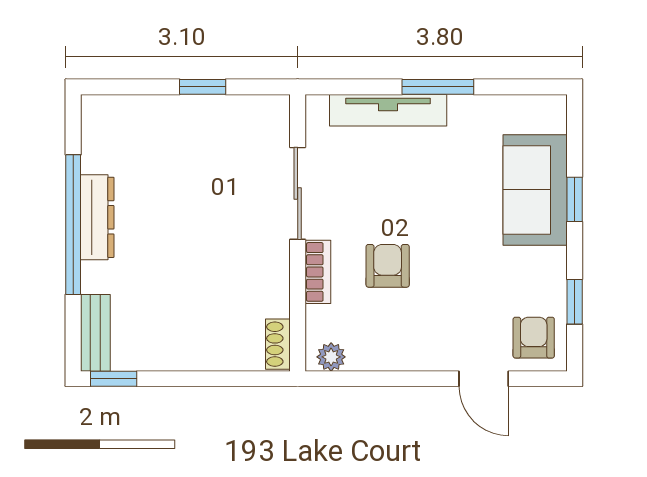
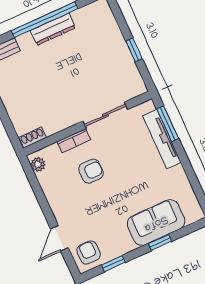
window: (438, 87) -> (168, 124), moved
armchair: (534, 338) -> (89, 252), turned -90

